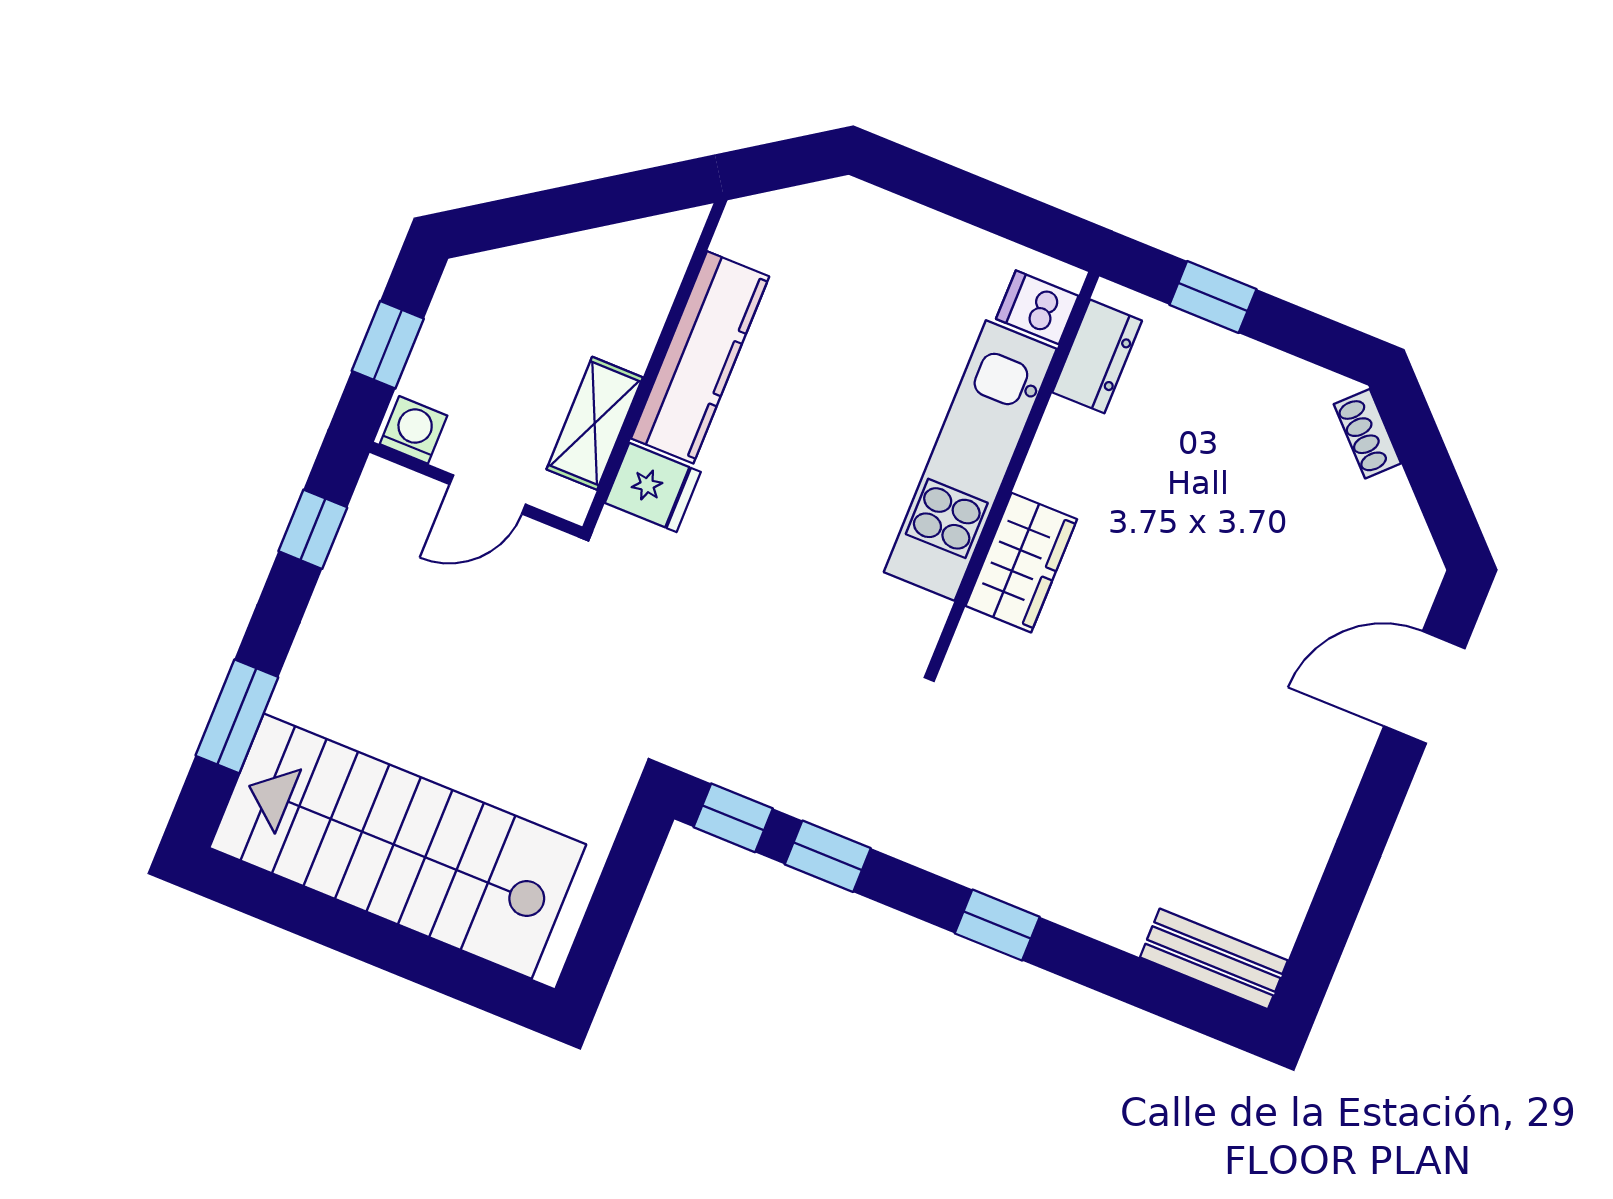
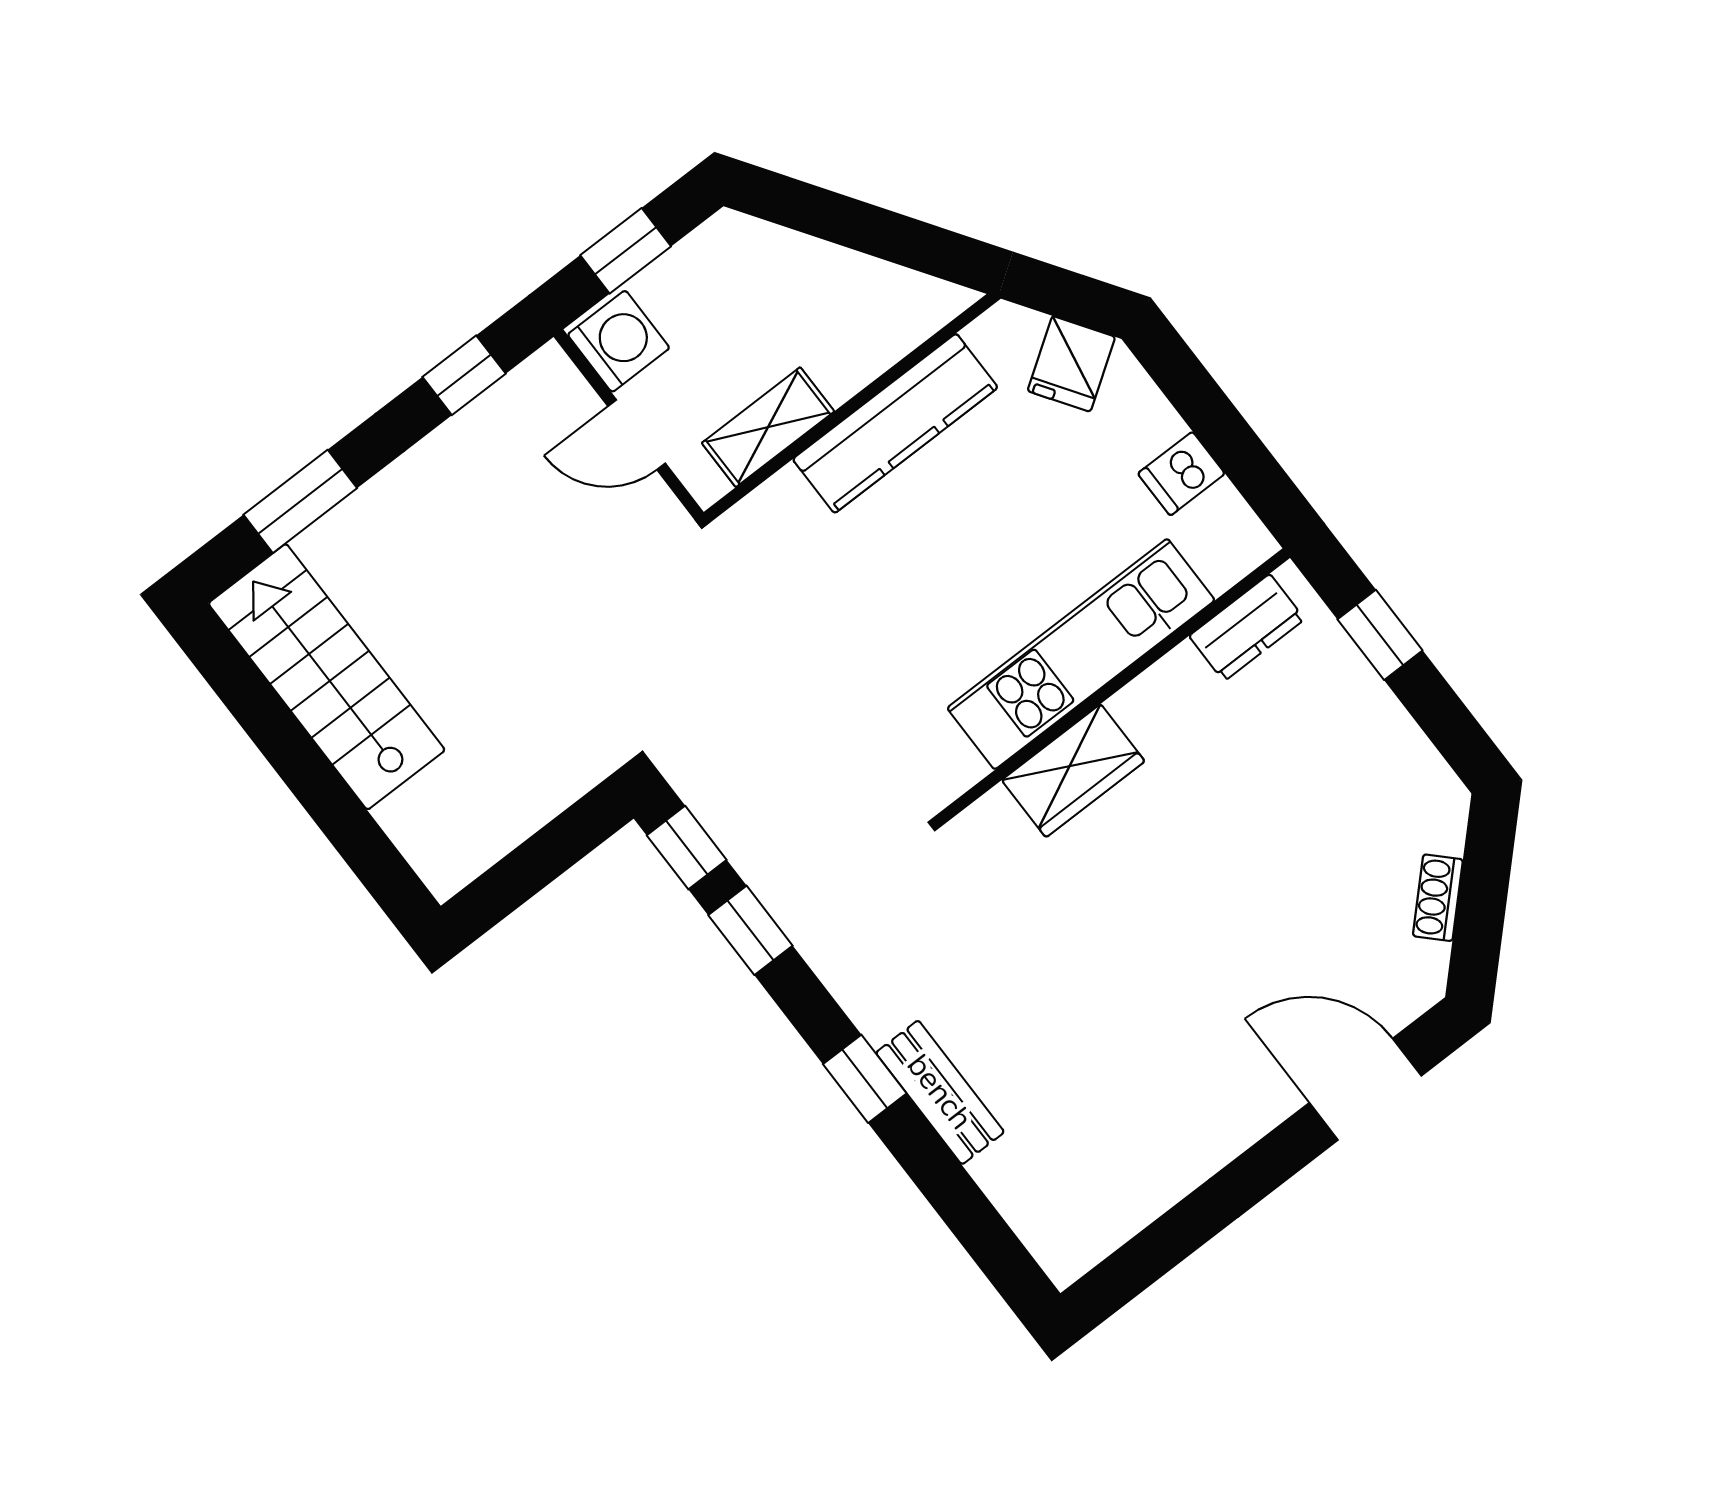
dishwasher: (1037, 307) -> (1181, 474), moved, turned -90
washing machine: (414, 430) -> (619, 341), width x1.38, depth x1.38
shoe rack: (1367, 434) -> (1438, 898), moved
fridge: (653, 487) -> (1071, 364), moved, turned 56
stairs: (398, 846) -> (327, 677), width x0.73, depth x0.66
bench: (1214, 959) -> (940, 1092), moved

